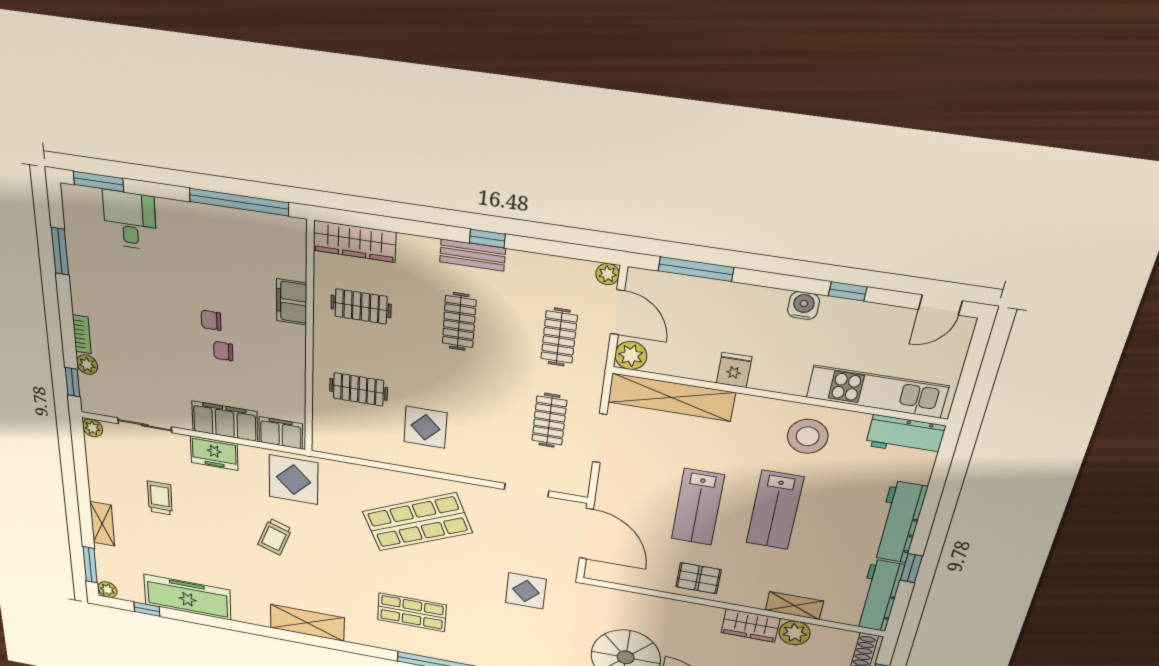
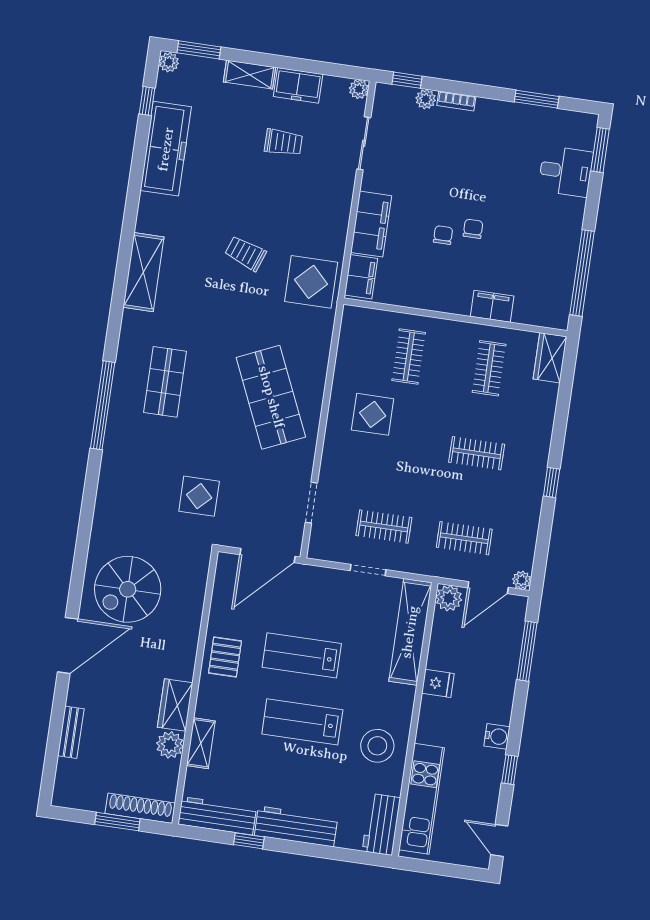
wardrobe: (354, 241) -> (550, 358), width x0.67
bench: (472, 255) -> (537, 469), removed
doorway: (600, 438) -> (368, 570), width x0.73
freezer: (214, 453) -> (298, 85), moved, turned -90

